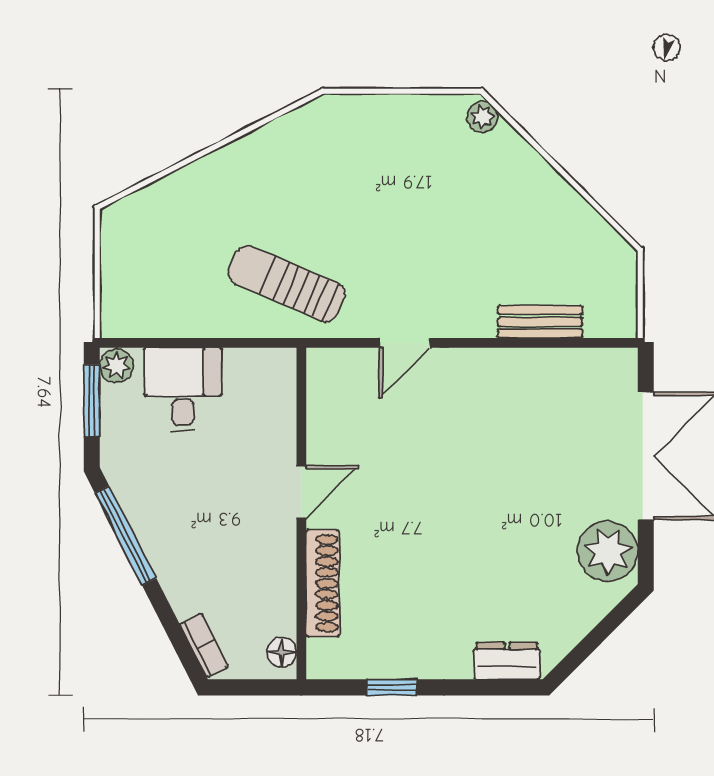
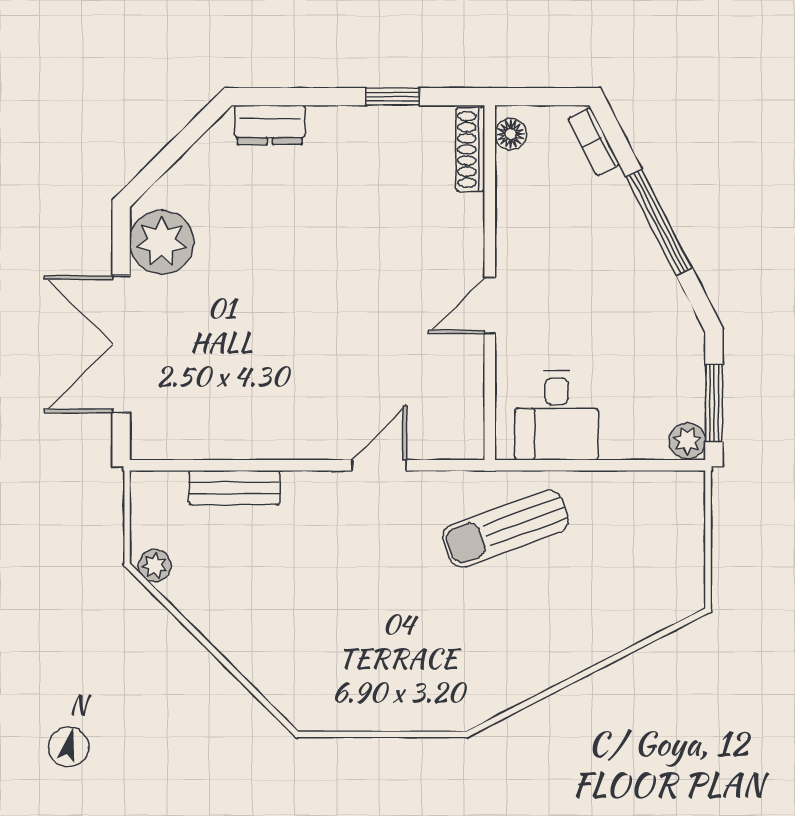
plant: (482, 117) -> (155, 566), moved
sun lounger: (287, 284) -> (505, 529), turned 137
desk: (183, 389) -> (557, 415), moved
window: (126, 536) -> (659, 222), moved
shoe rack: (323, 583) -> (470, 149), moved, width x0.74, depth x0.81

